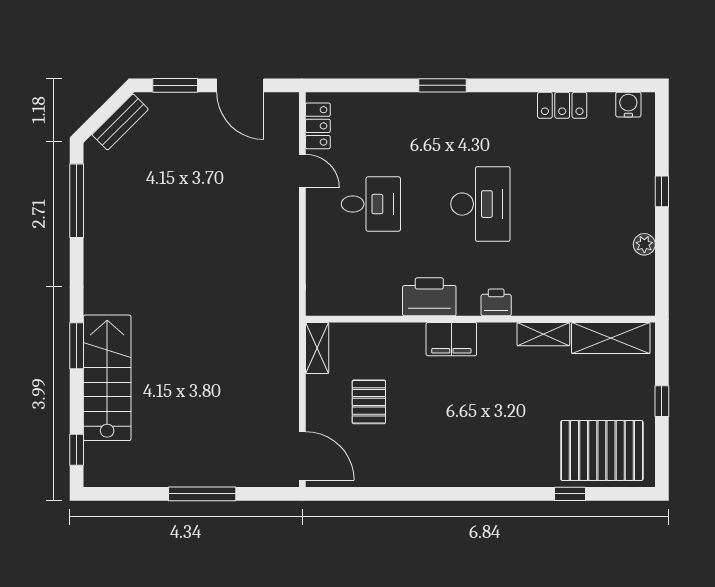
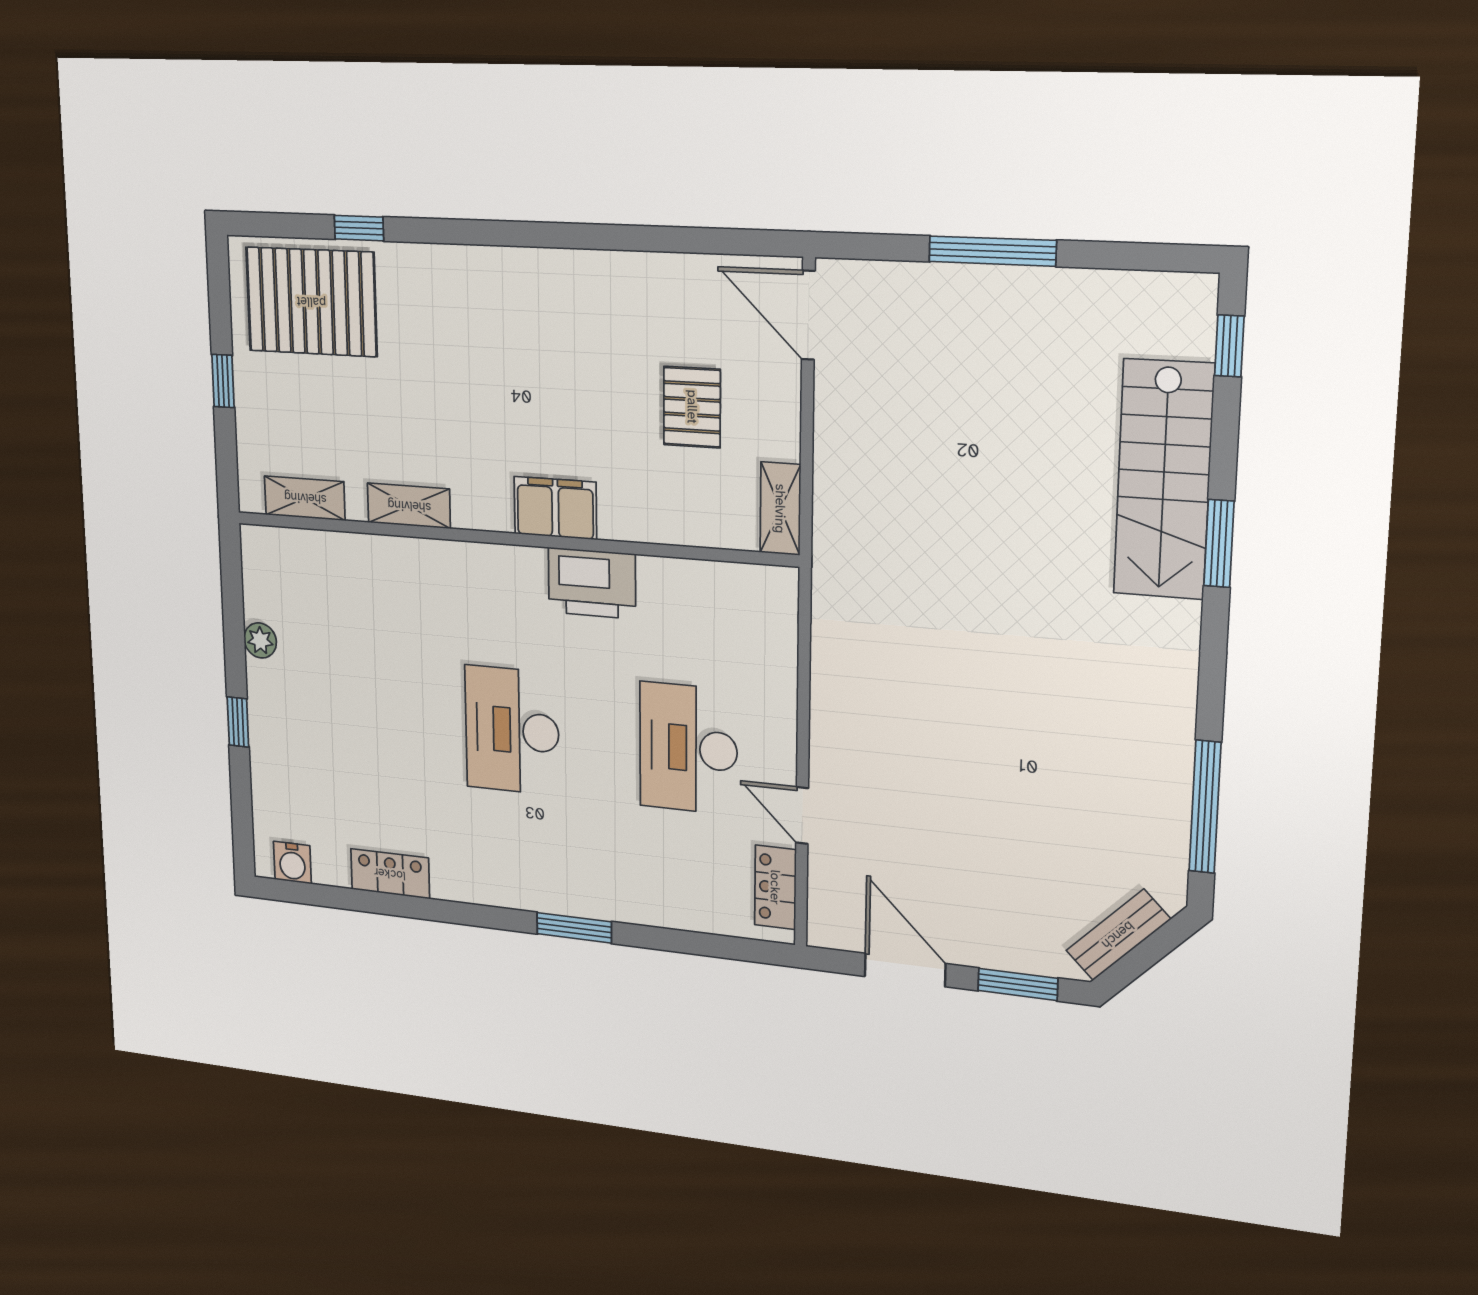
desk: (371, 204) -> (688, 748), width x1.37
printer: (496, 302) -> (484, 565), removed
shelving: (611, 338) -> (305, 498), width x0.67, depth x0.75

